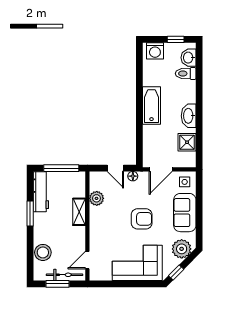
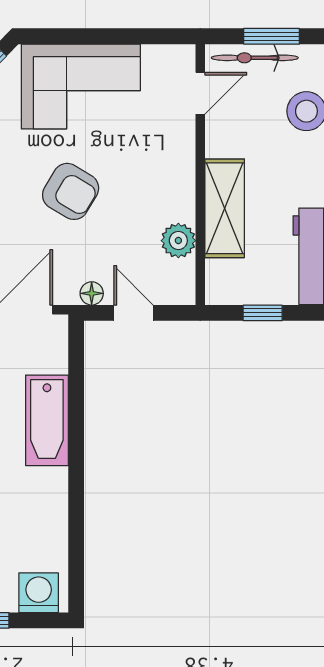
bathtub: (152, 105) -> (47, 420), moved
window: (61, 168) -> (263, 313), width x0.46
shelving: (79, 212) -> (225, 208), width x1.50, depth x1.33
armchair: (142, 219) -> (71, 191), turned -149

